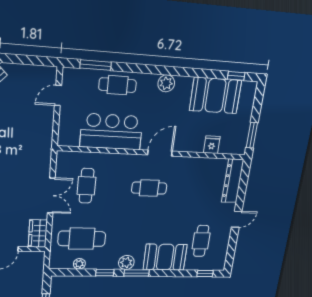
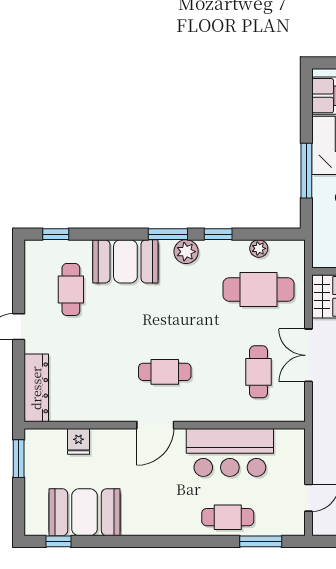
plant: (166, 83) -> (159, 524), removed

